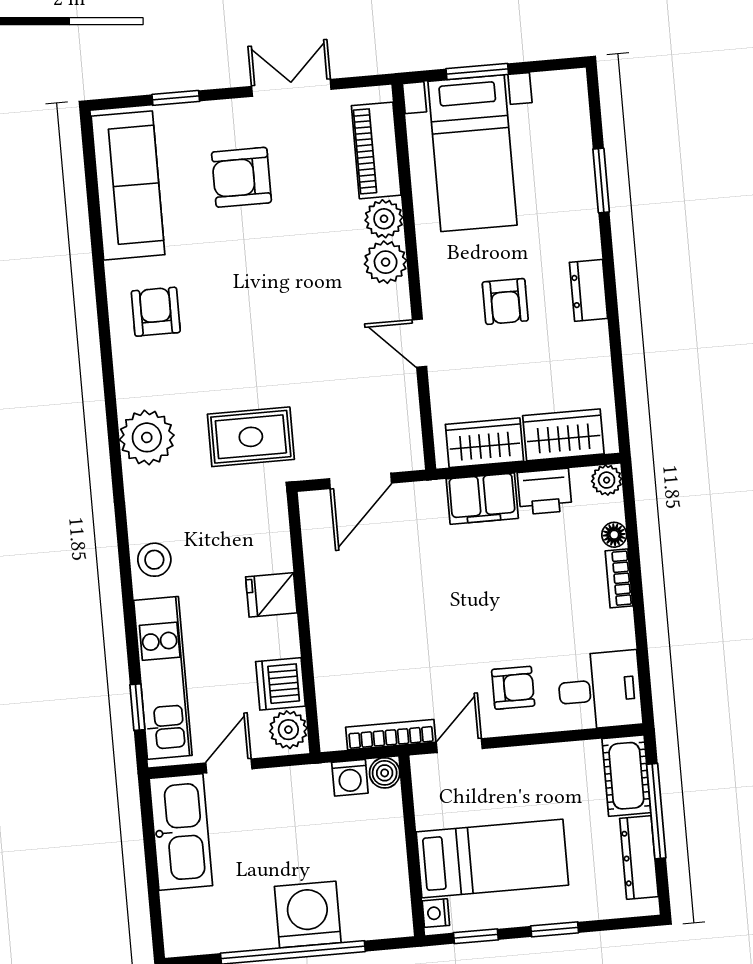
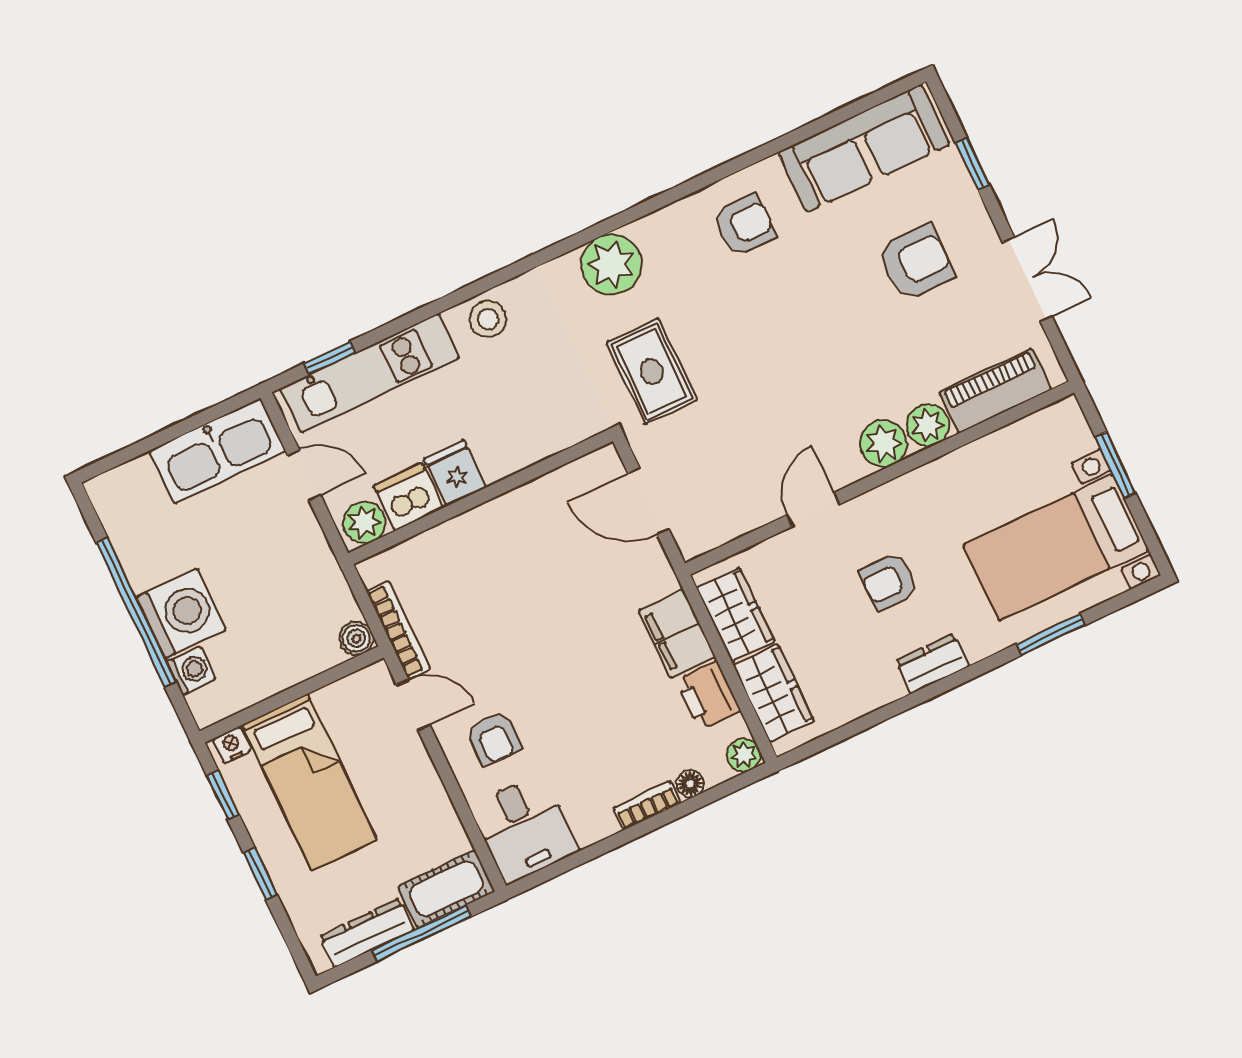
bed with nightstands: (472, 153) -> (1056, 548), moved
armchair: (241, 177) -> (916, 262), turned 90
fridge: (271, 595) -> (455, 473), moved
washing machine: (350, 778) -> (191, 670), moved, turned 180

